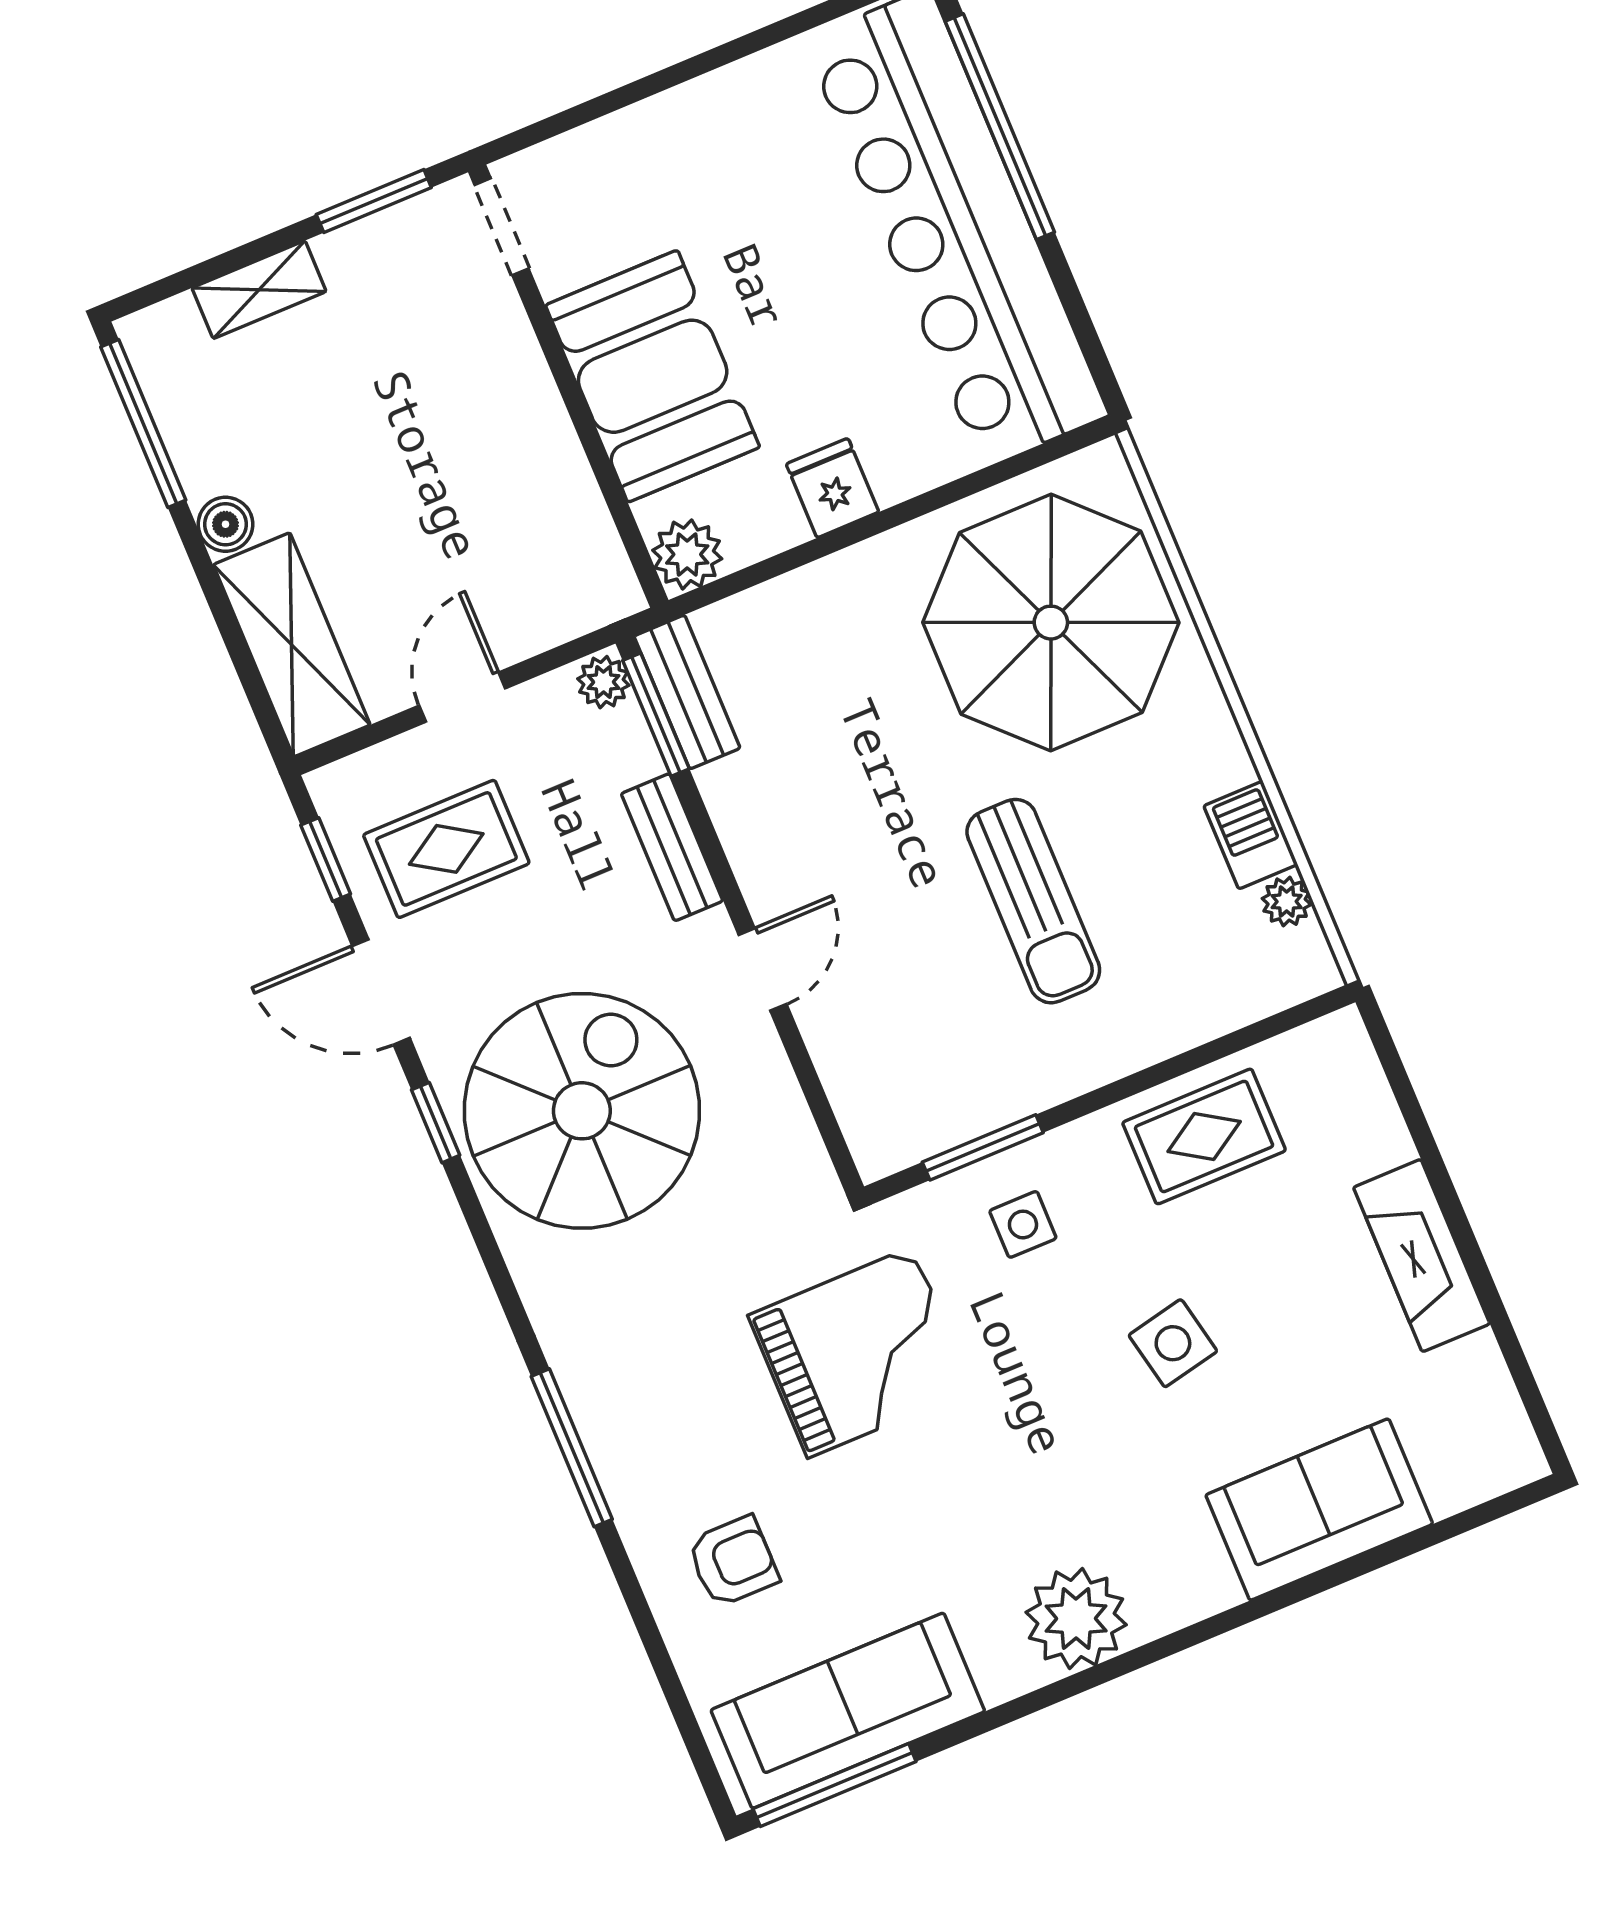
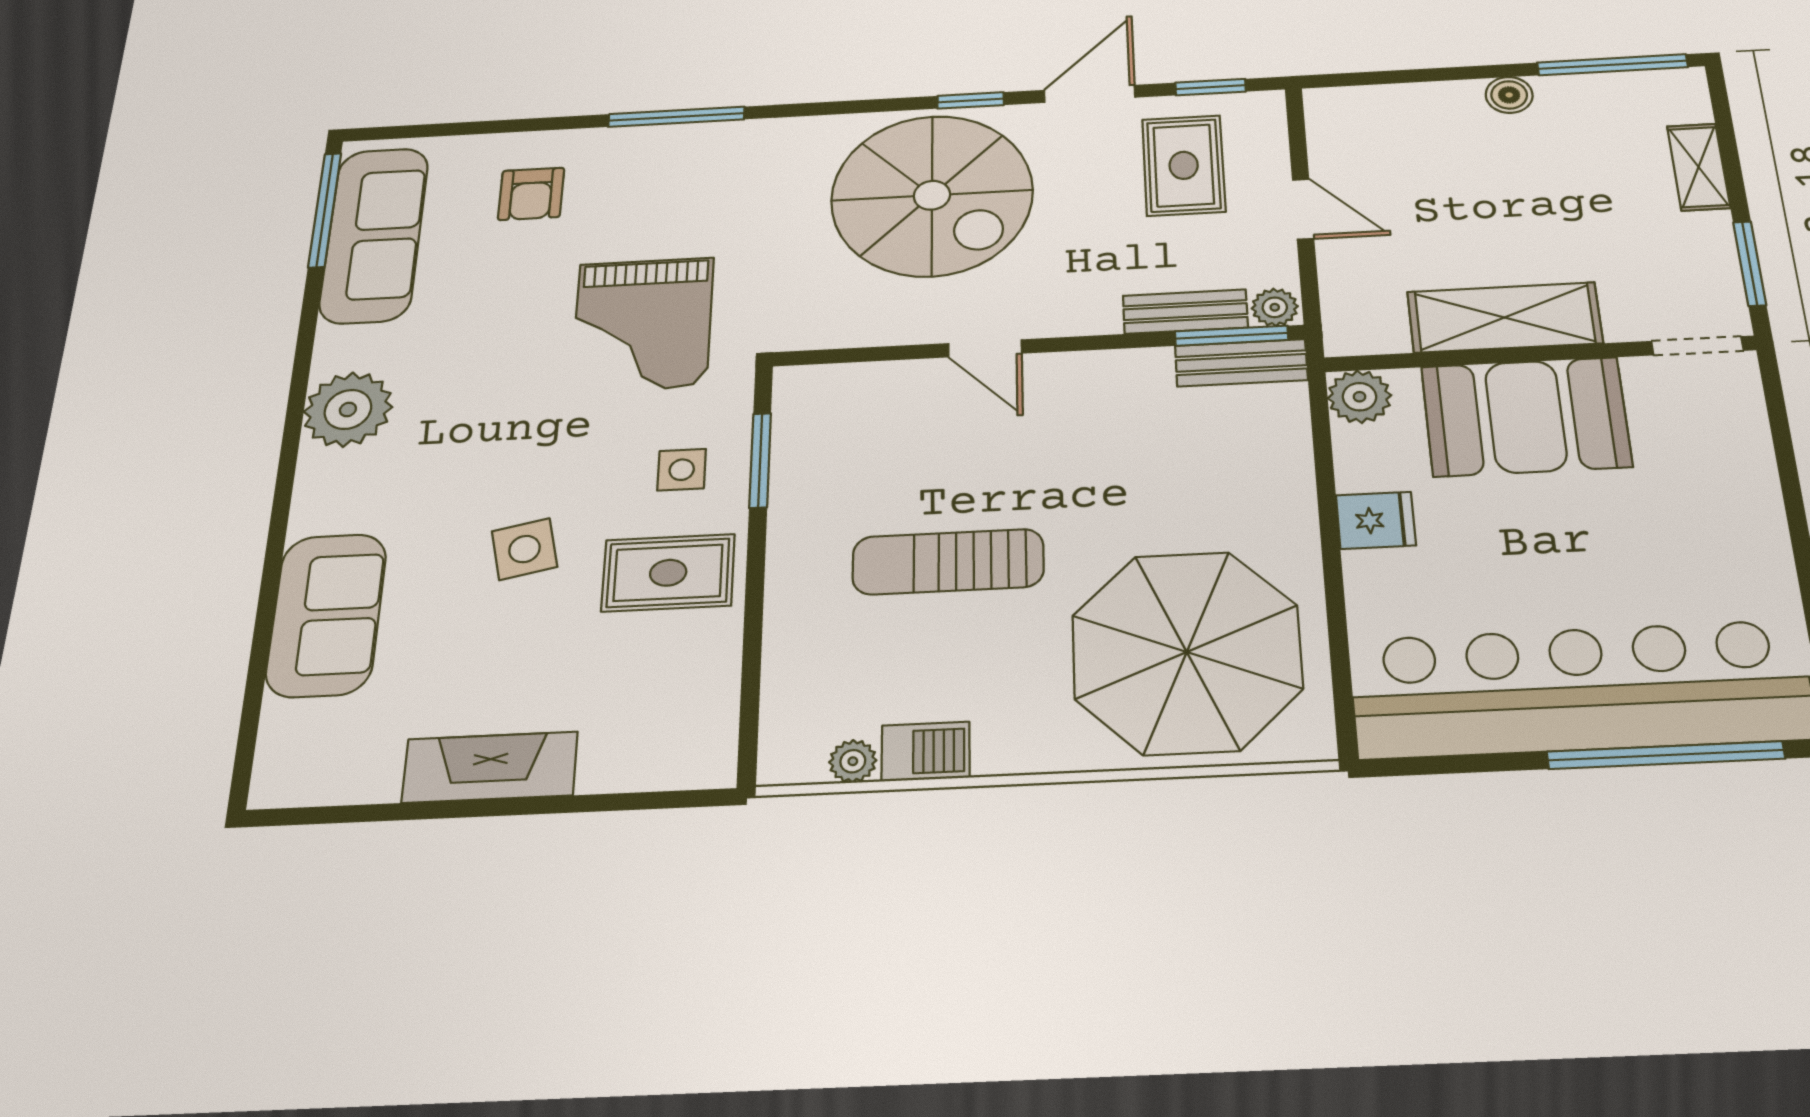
shelving: (292, 645) -> (1505, 317), moved
bench: (672, 847) -> (1185, 312), moved
rug: (1204, 1136) -> (668, 573), moved, turned 90

